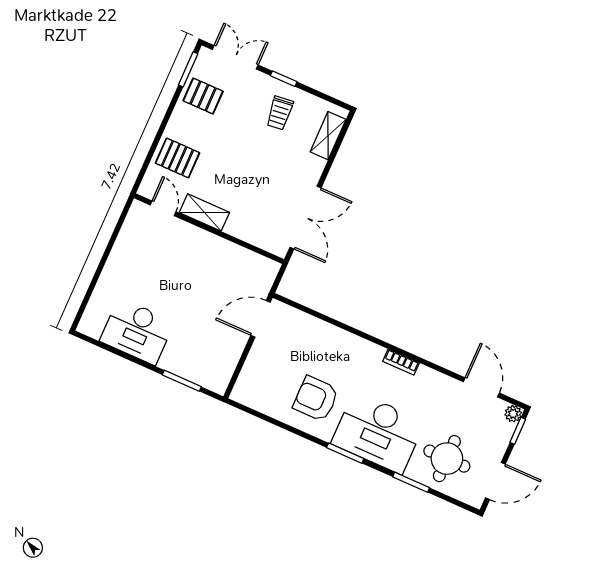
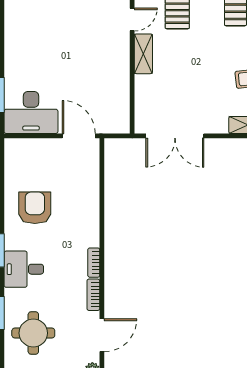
desk: (137, 331) -> (31, 112), moved, turned -90
bookcase: (435, 378) -> (93, 295), added
desk: (378, 433) -> (24, 269), width x0.53, depth x0.77

